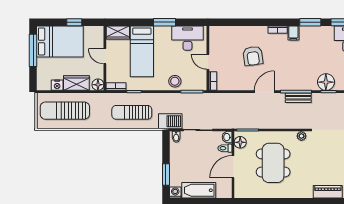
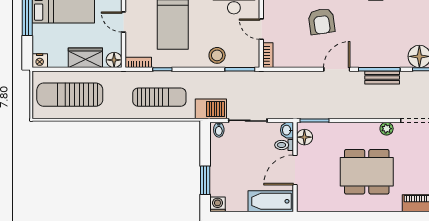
nightstand: (57, 85) -> (40, 61), moved
sun lounger: (132, 112) -> (159, 97), turned 180
dining table: (273, 163) -> (367, 172), moved, turned 90
bathtub: (199, 190) -> (271, 201), moved

